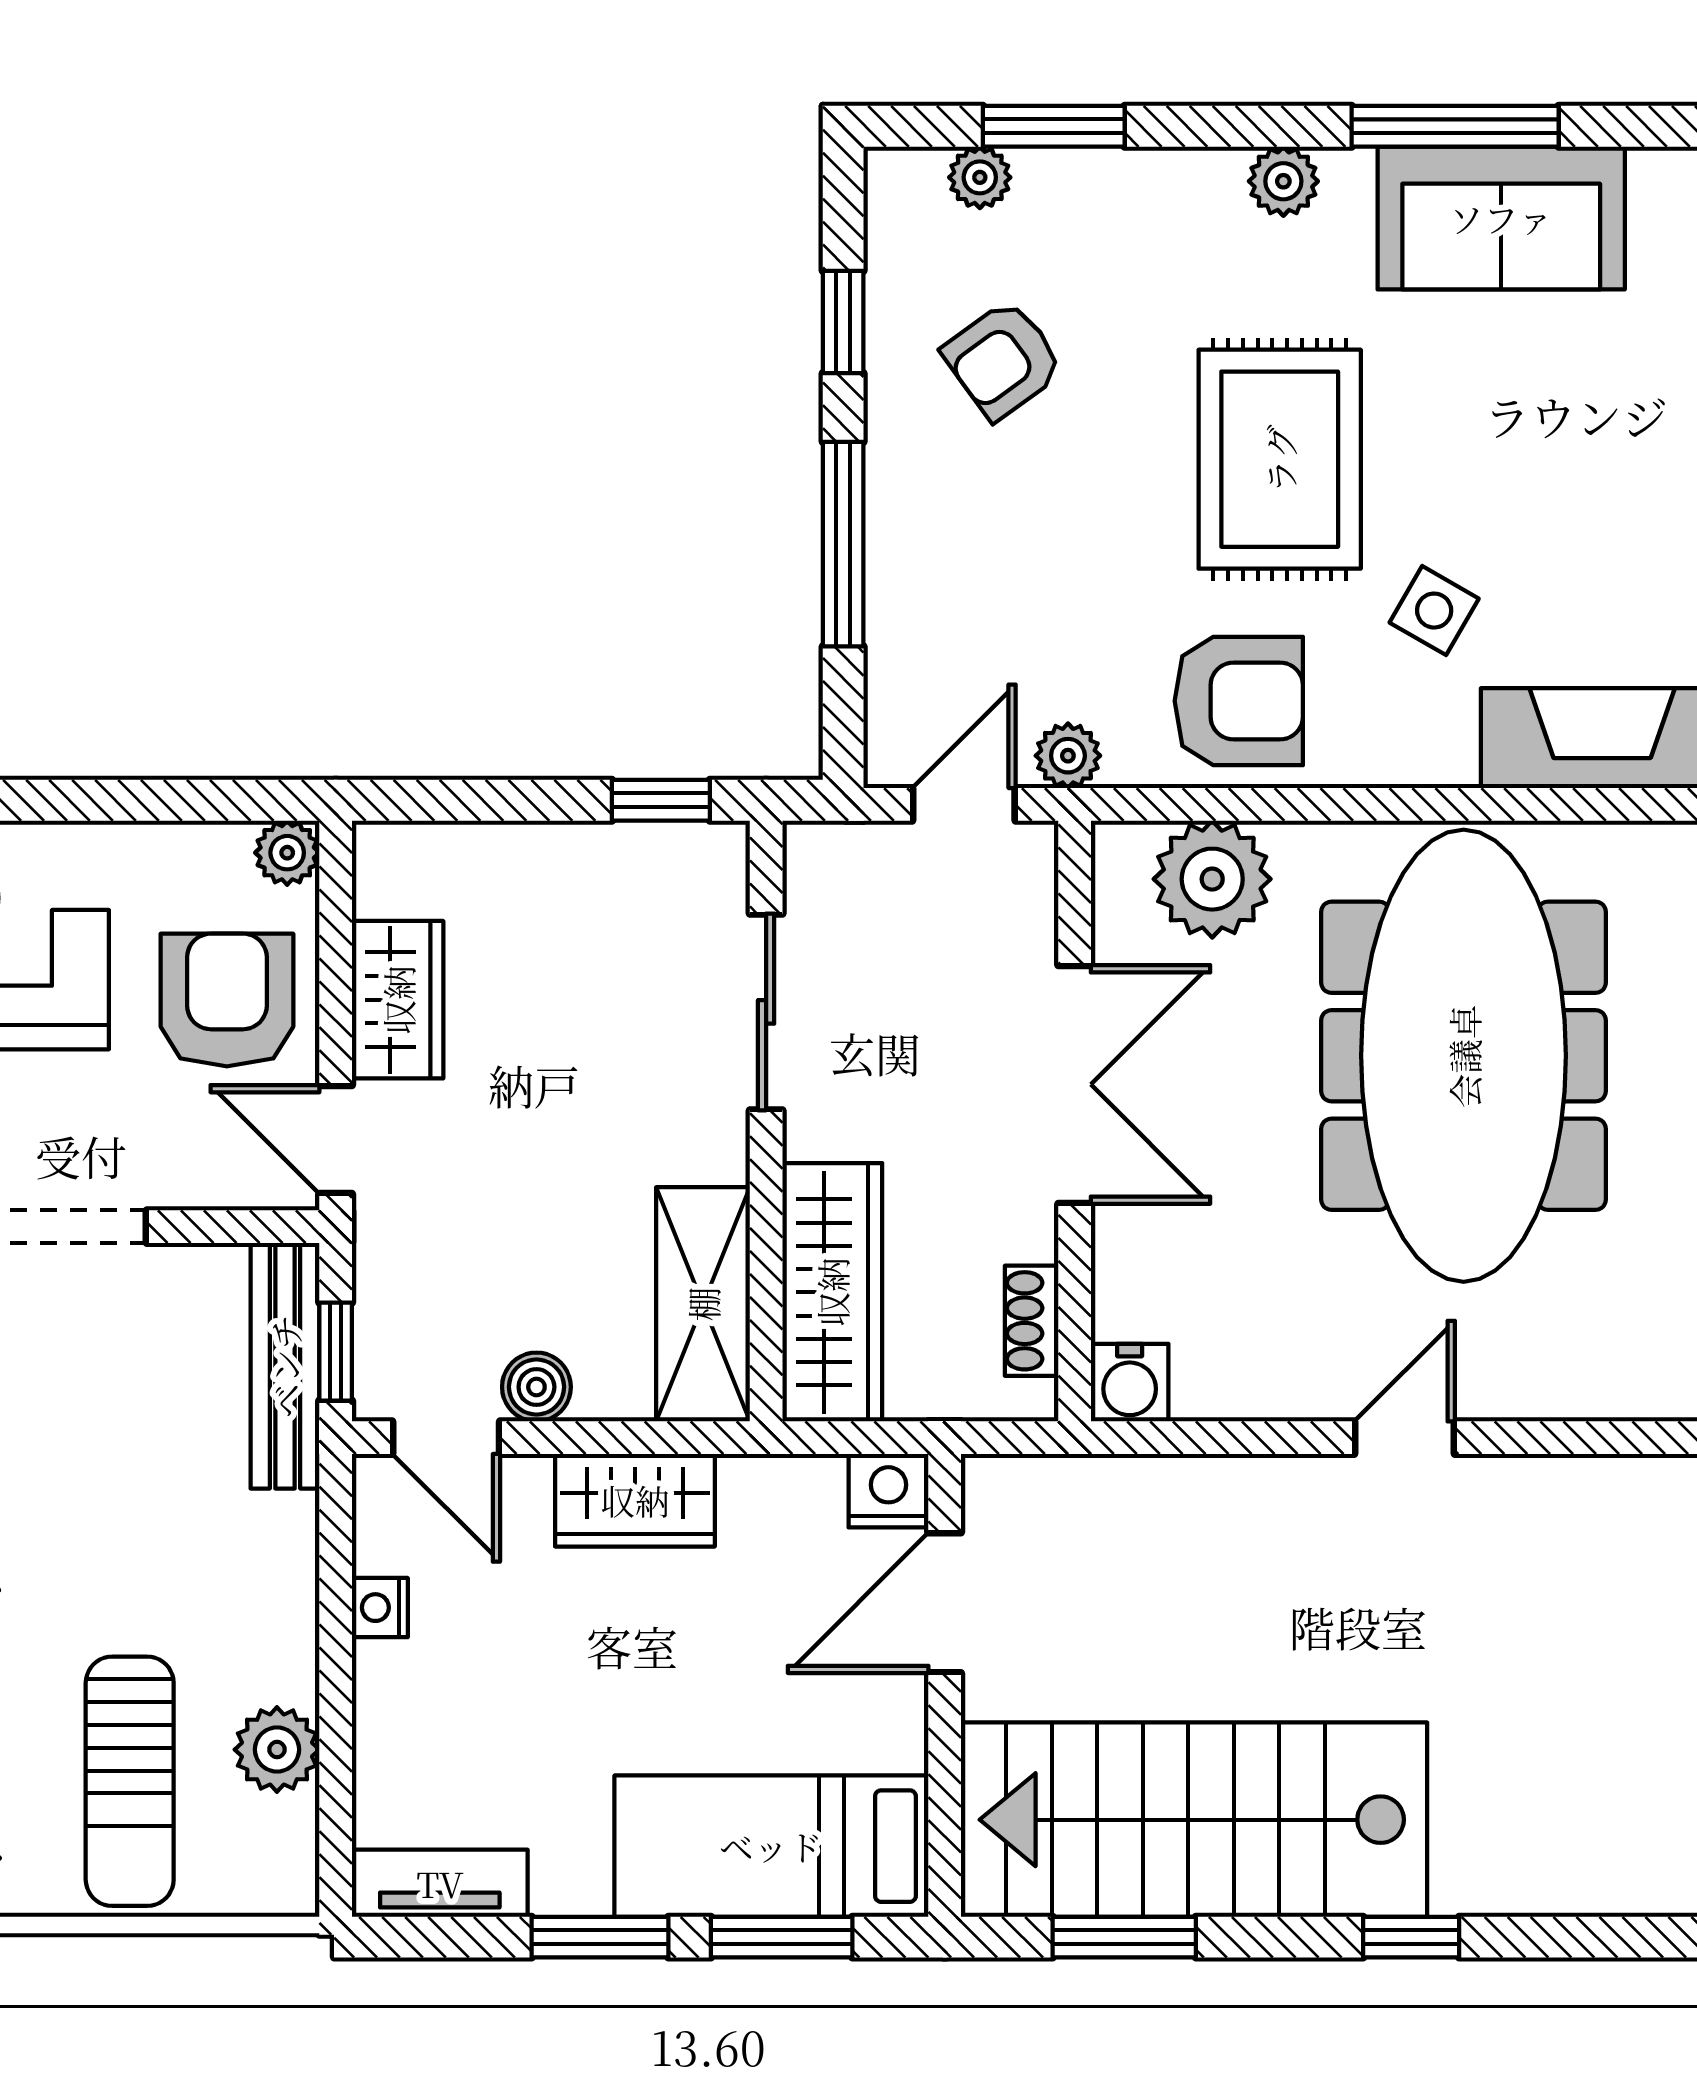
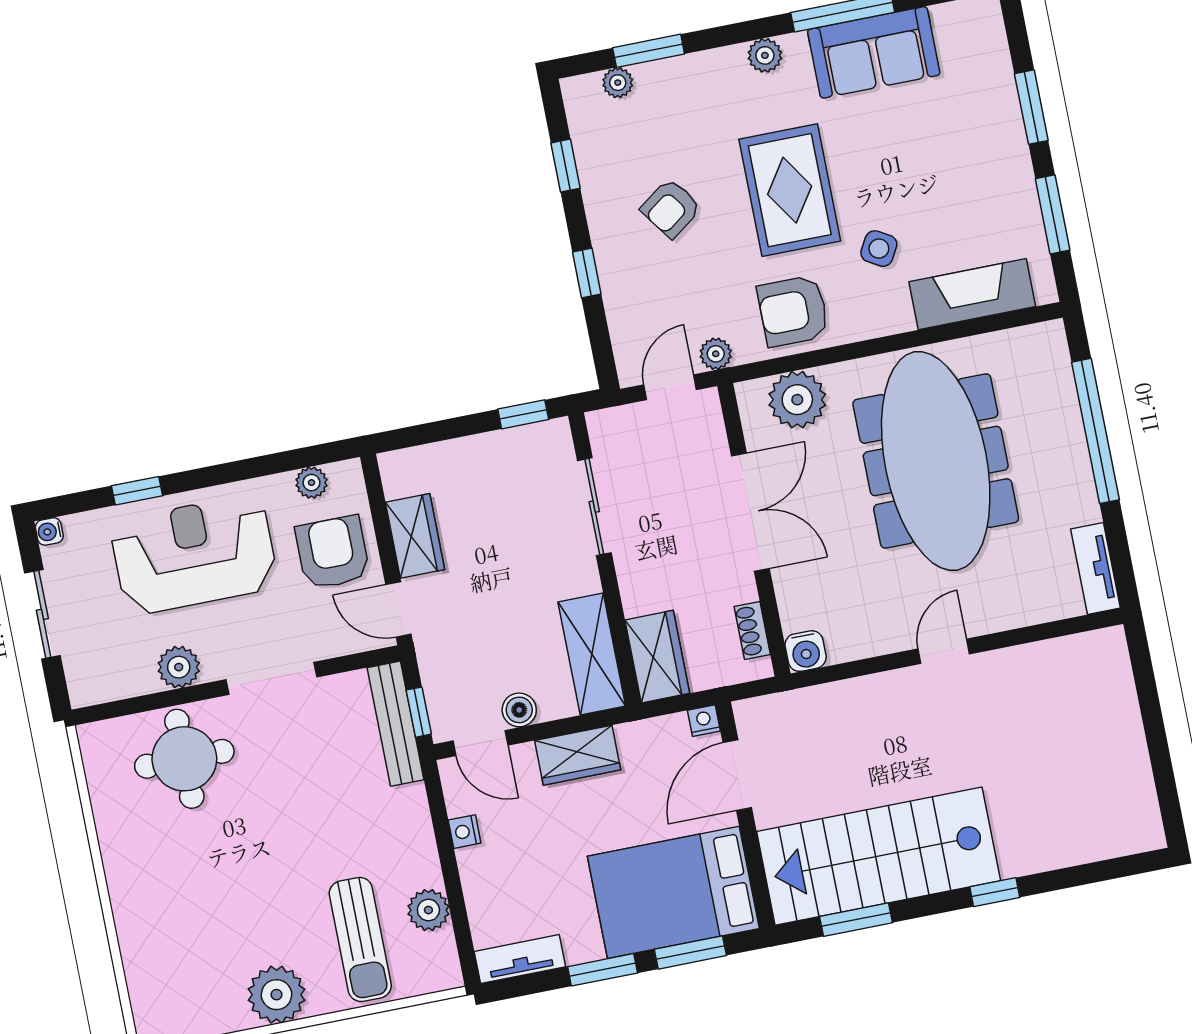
armchair: (1003, 360) -> (671, 208), moved
window: (843, 544) -> (587, 273), width x0.46
armchair: (1239, 701) -> (793, 311), turned 180
plant: (287, 853) -> (311, 483), moved
wardrobe: (832, 1292) -> (657, 657), width x0.67
nightstand: (888, 1491) -> (704, 721), width x0.72, depth x0.74
bed: (771, 1846) -> (673, 892), width x1.50

